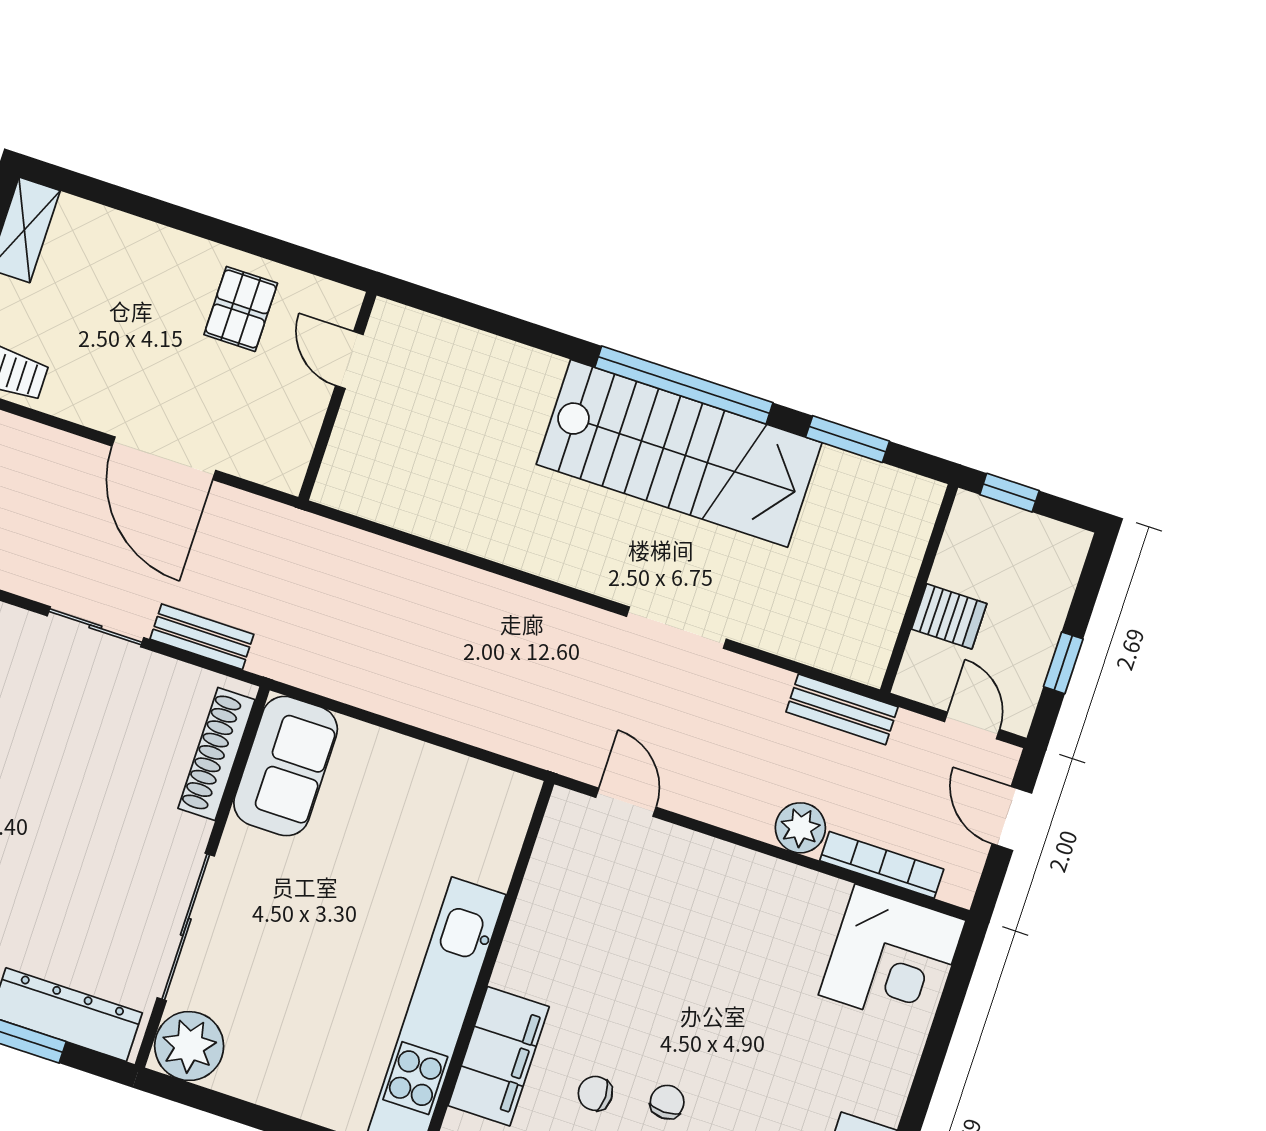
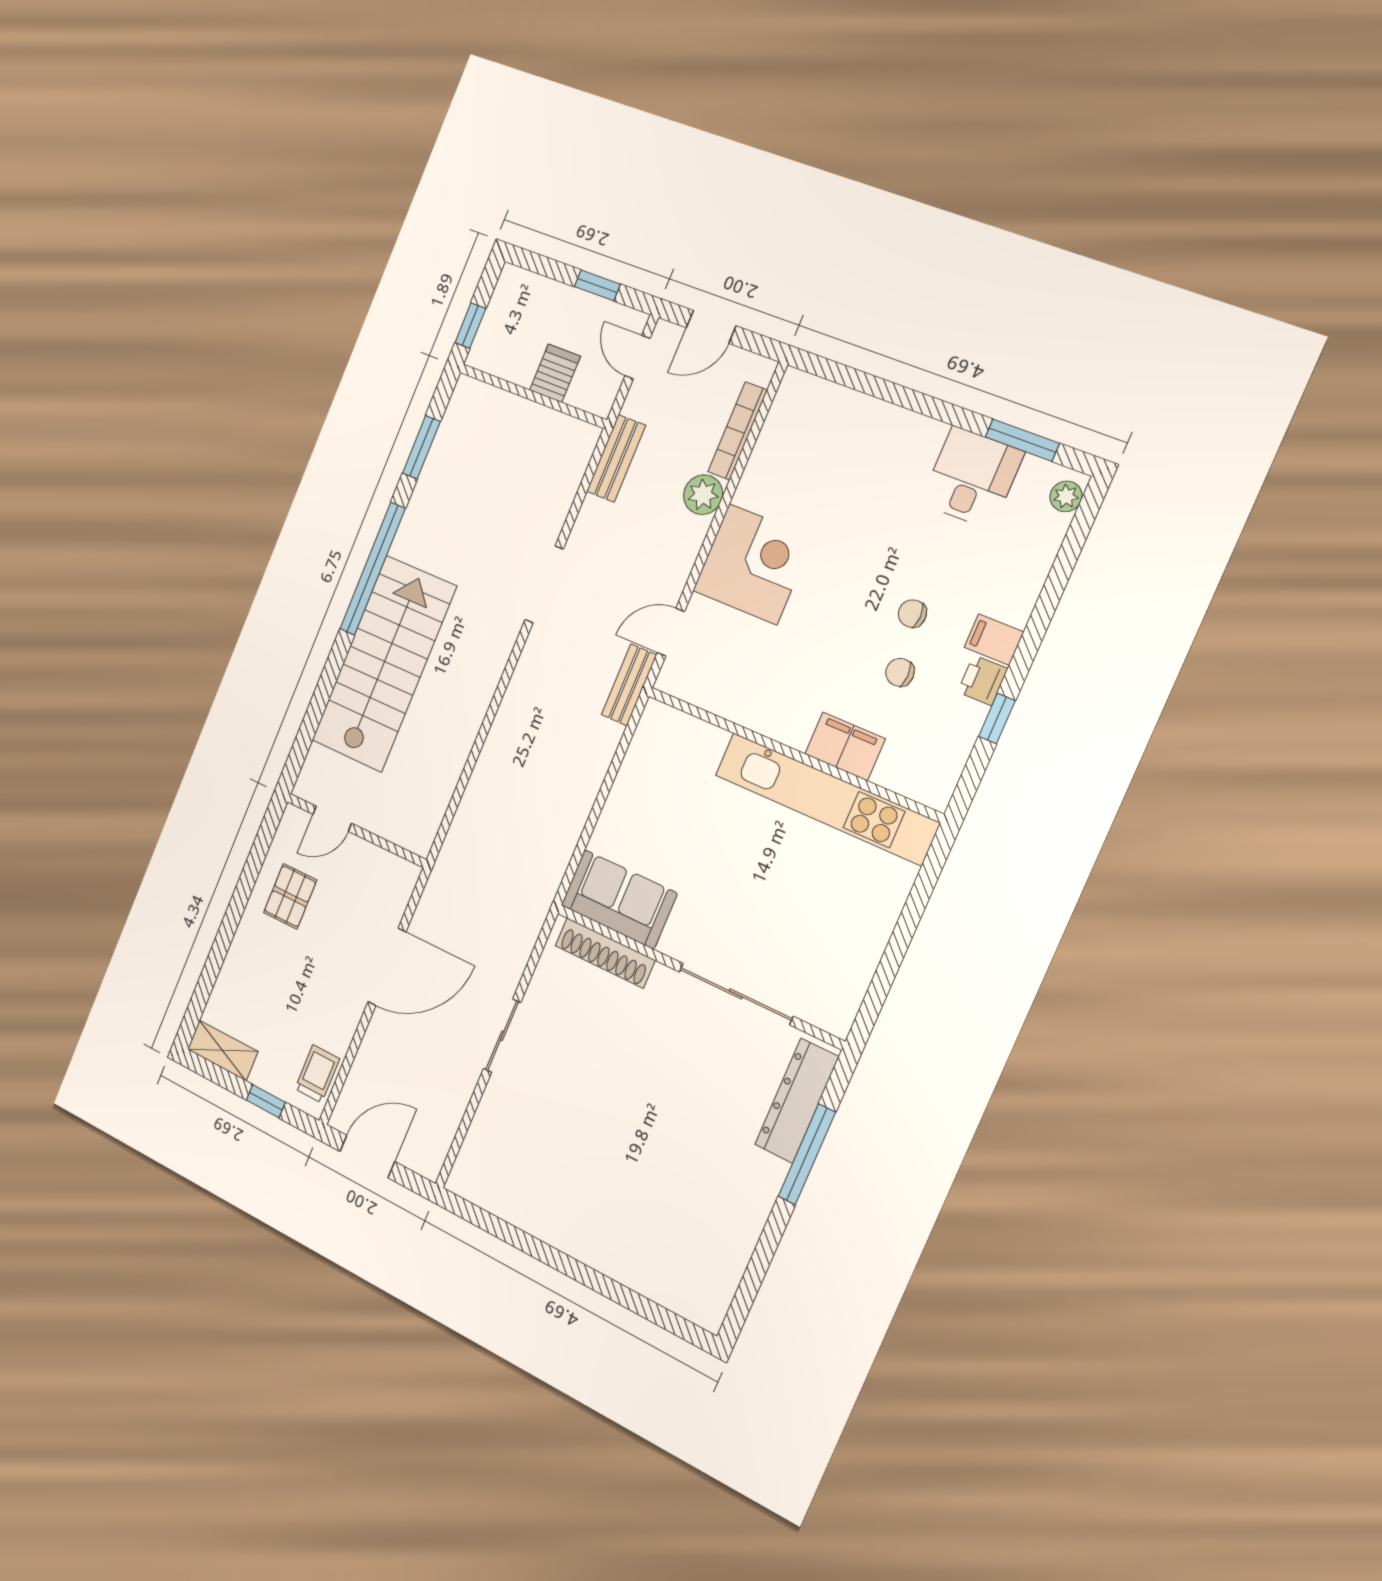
pallet: (241, 309) -> (290, 896), turned 90
stairs: (679, 453) -> (384, 664), moved
bench: (202, 637) -> (629, 685), moved
door: (972, 725) -> (637, 357), hinge flipped
corner desk: (892, 958) -> (753, 564), moved
plant: (189, 1046) -> (831, 1003), removed
filing cabinet: (499, 1056) -> (845, 746), width x0.67, depth x0.86
chair: (595, 1093) -> (900, 672), turned 90

